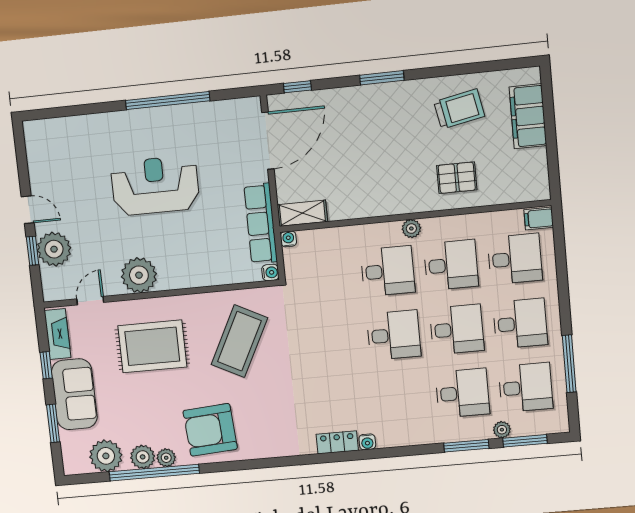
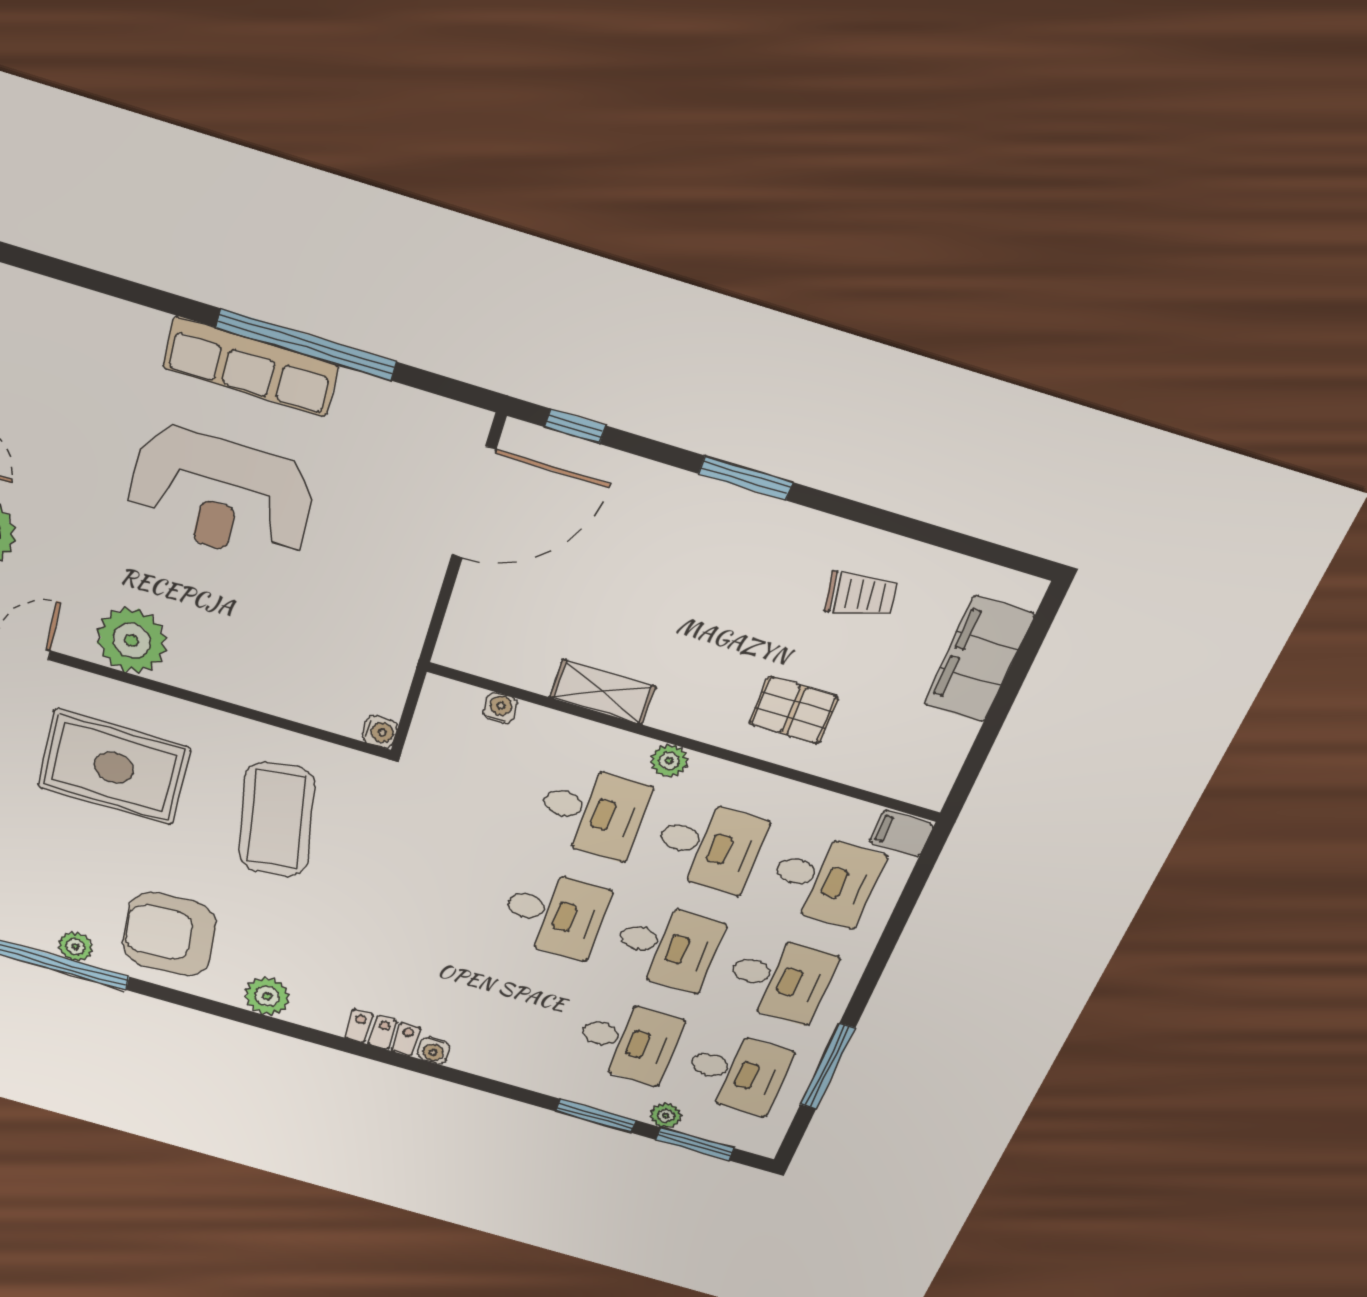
trolley: (459, 109) -> (861, 595), width x0.73, depth x0.72
reception desk: (155, 186) -> (221, 495), turned 180
shelving: (302, 213) -> (603, 692), moved
row of seats: (261, 224) -> (250, 366), moved, turned -90
water cooler: (288, 239) -> (500, 708), moved
coffee table: (239, 341) -> (277, 820), turned -36
plant: (143, 457) -> (267, 996), moved

